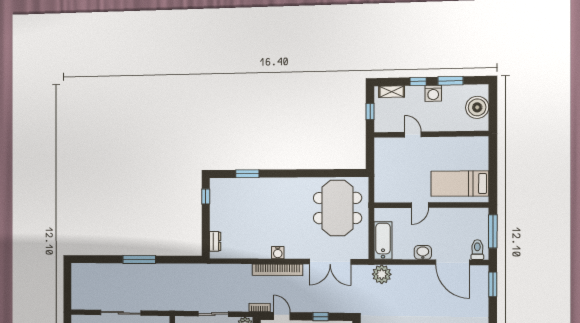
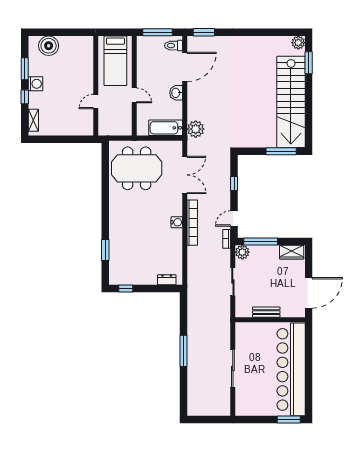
window: (370, 112) -> (51, 139), removed
door: (413, 134) -> (96, 101), moved
wall: (431, 134) -> (96, 86), moved

